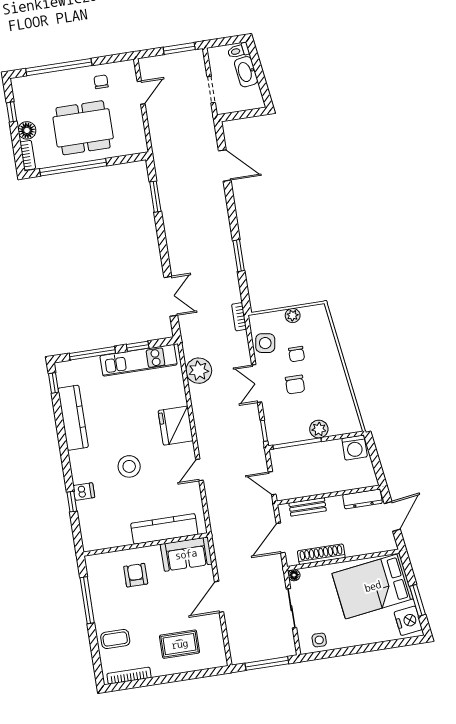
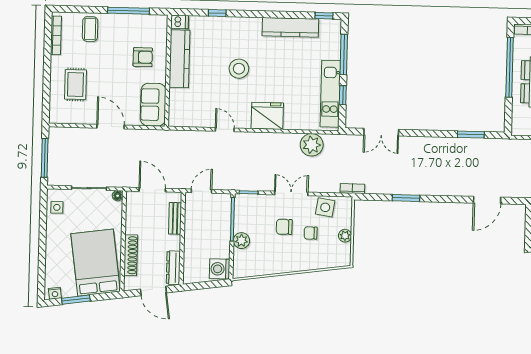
dishwasher: (84, 492) -> (180, 22), moved, turned -90
kitchen counter: (164, 529) -> (179, 59), moved
shoe rack: (321, 554) -> (131, 255), moved
nightstand: (408, 621) -> (55, 293), width x0.53, depth x0.56

